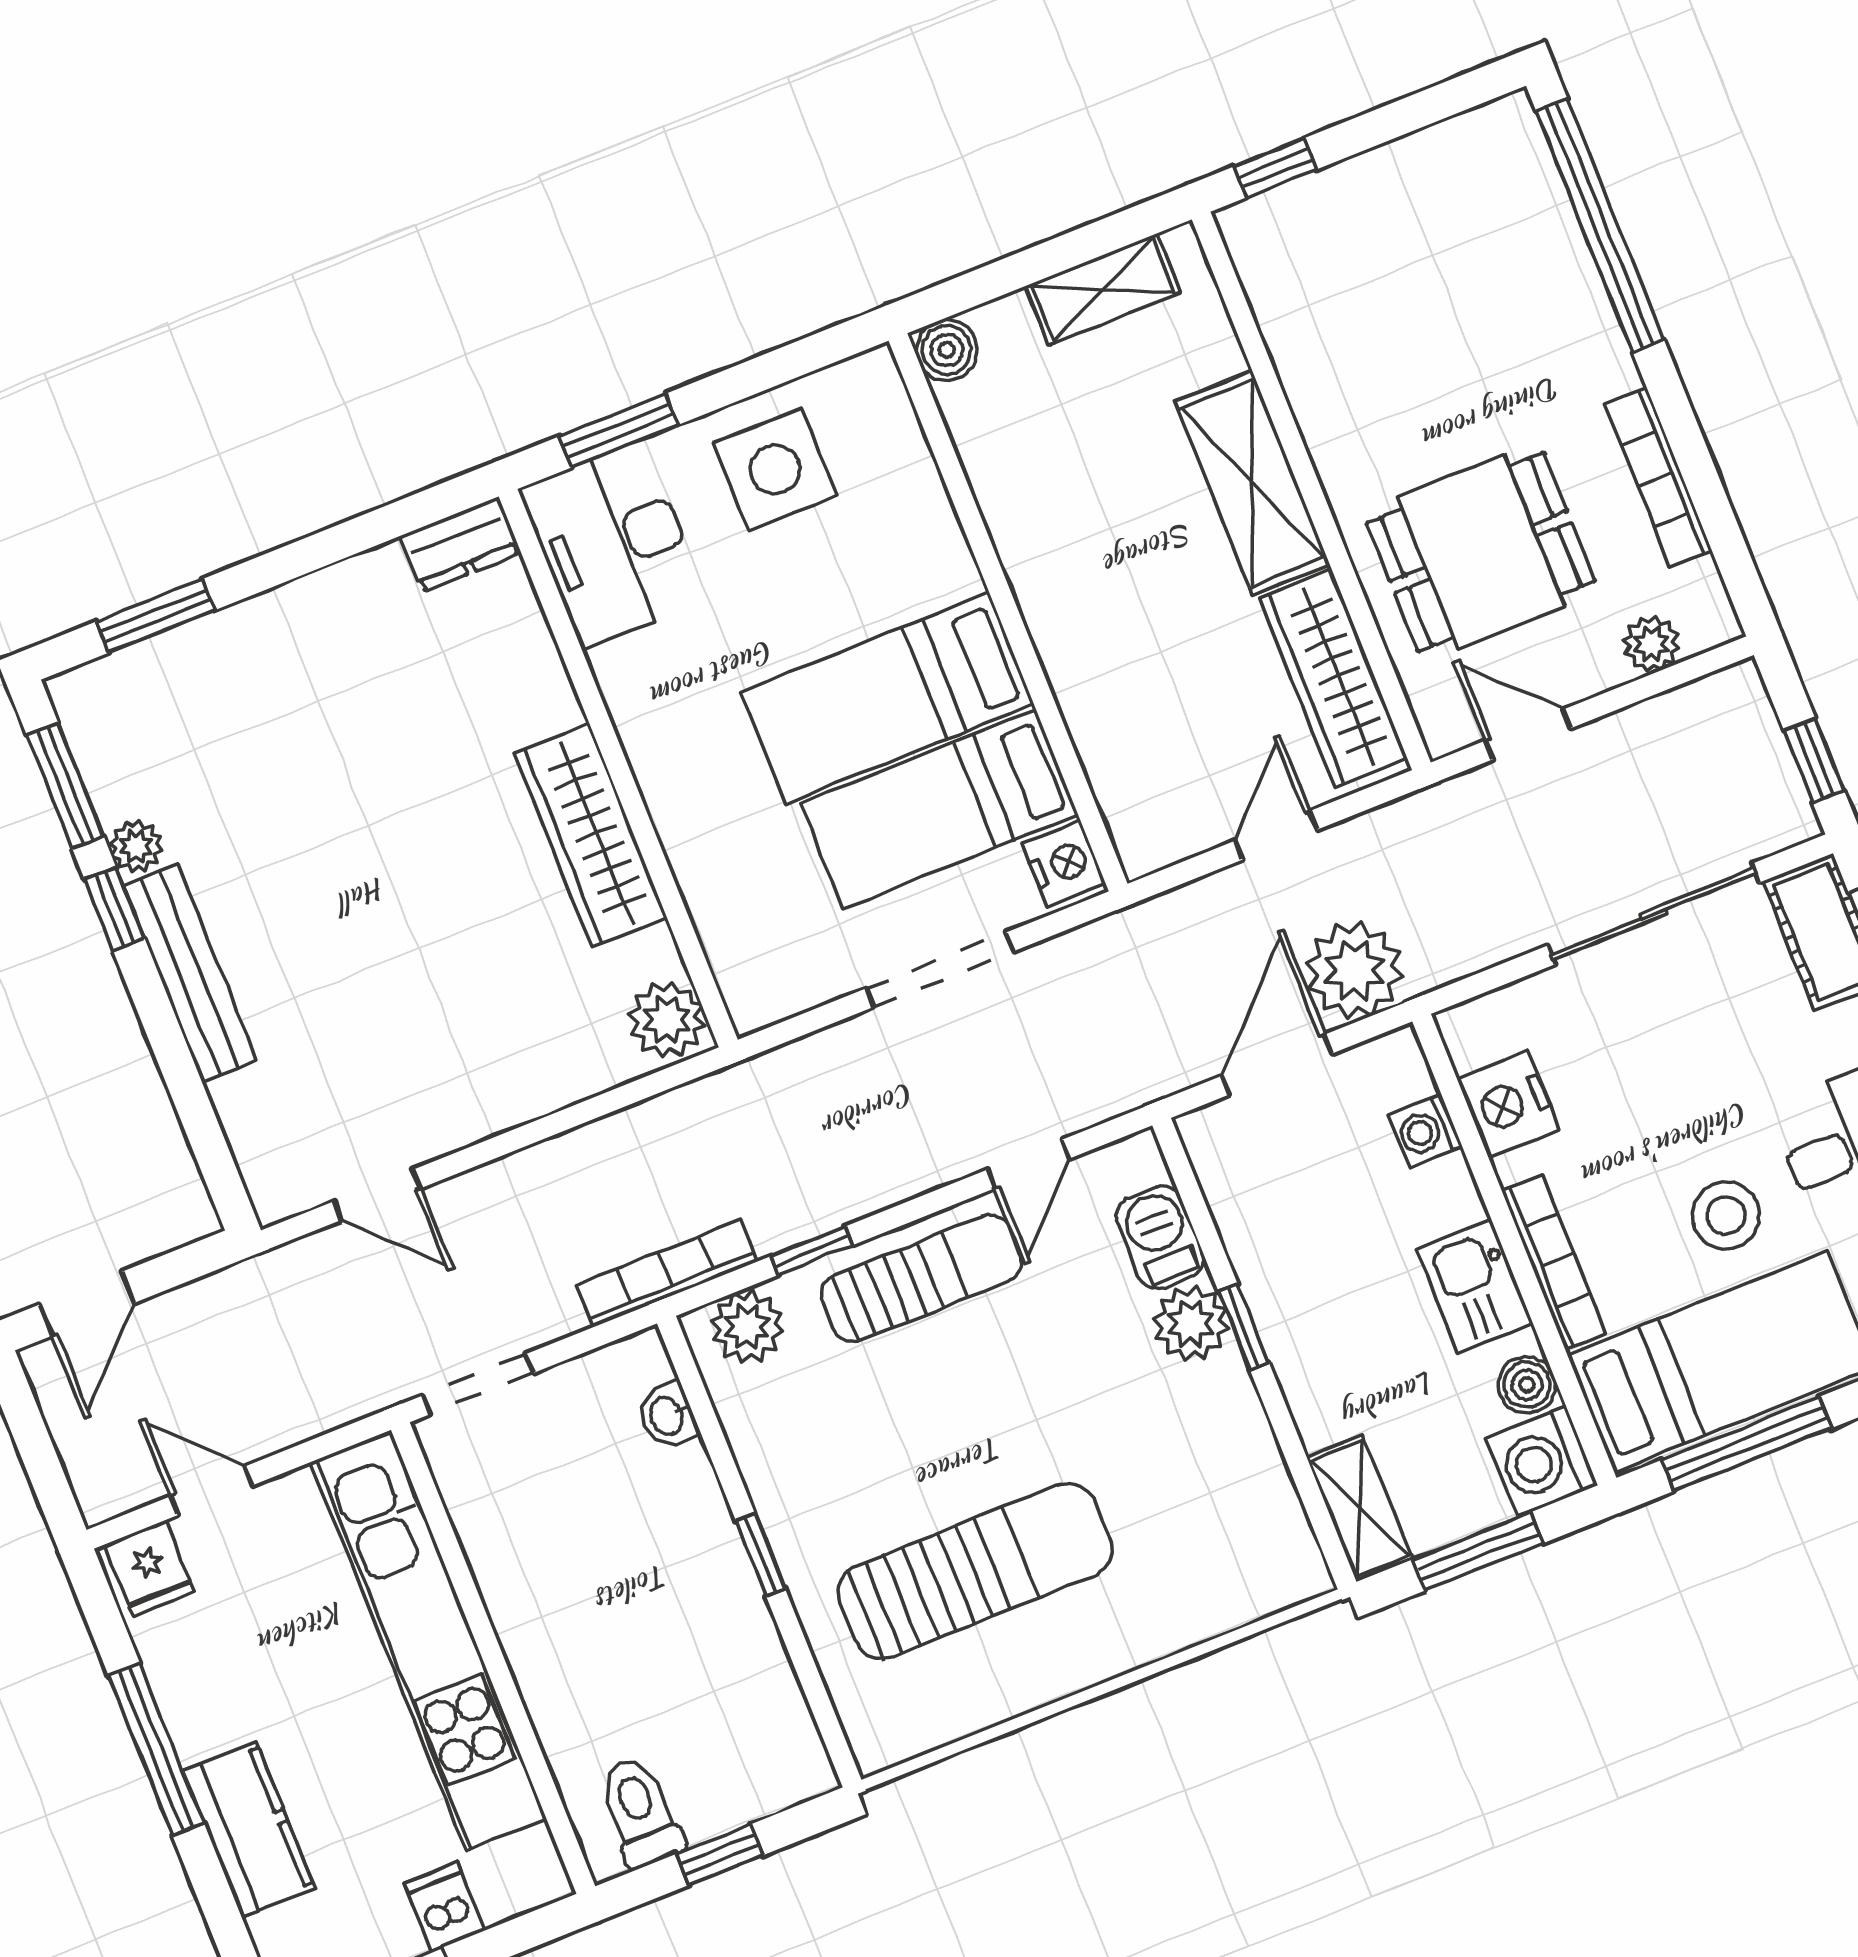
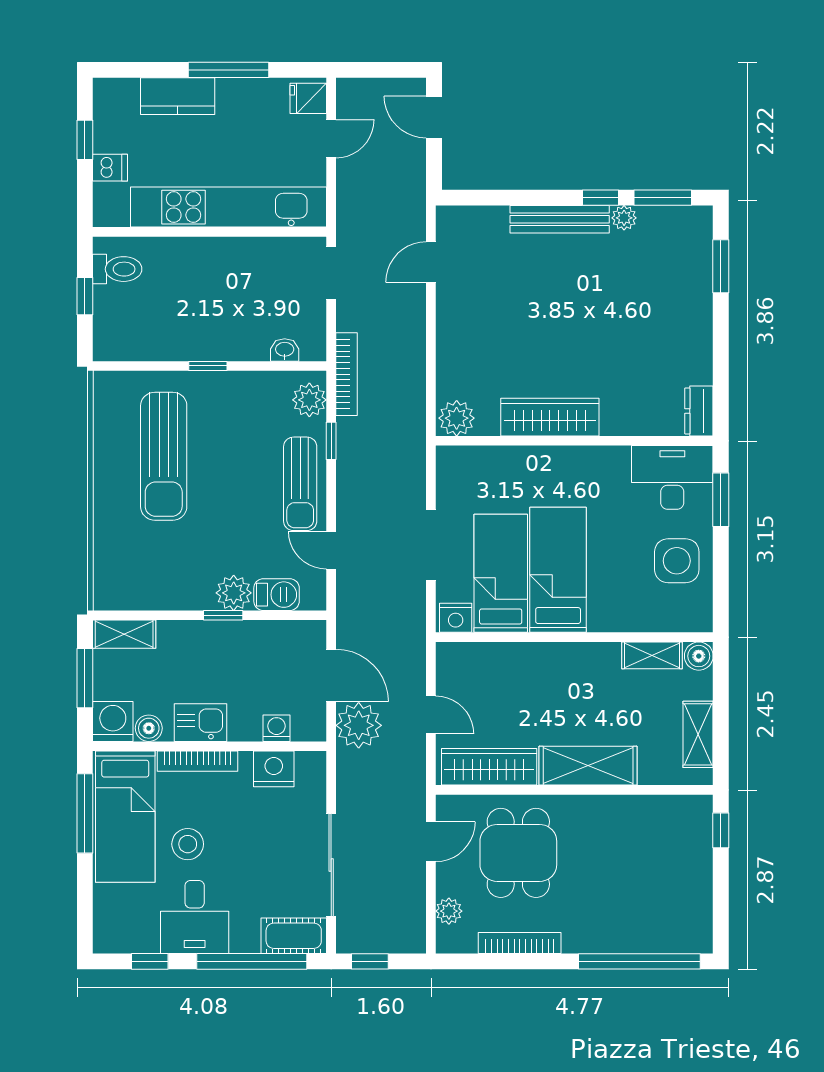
shelving: (982, 443) -> (652, 655), added

